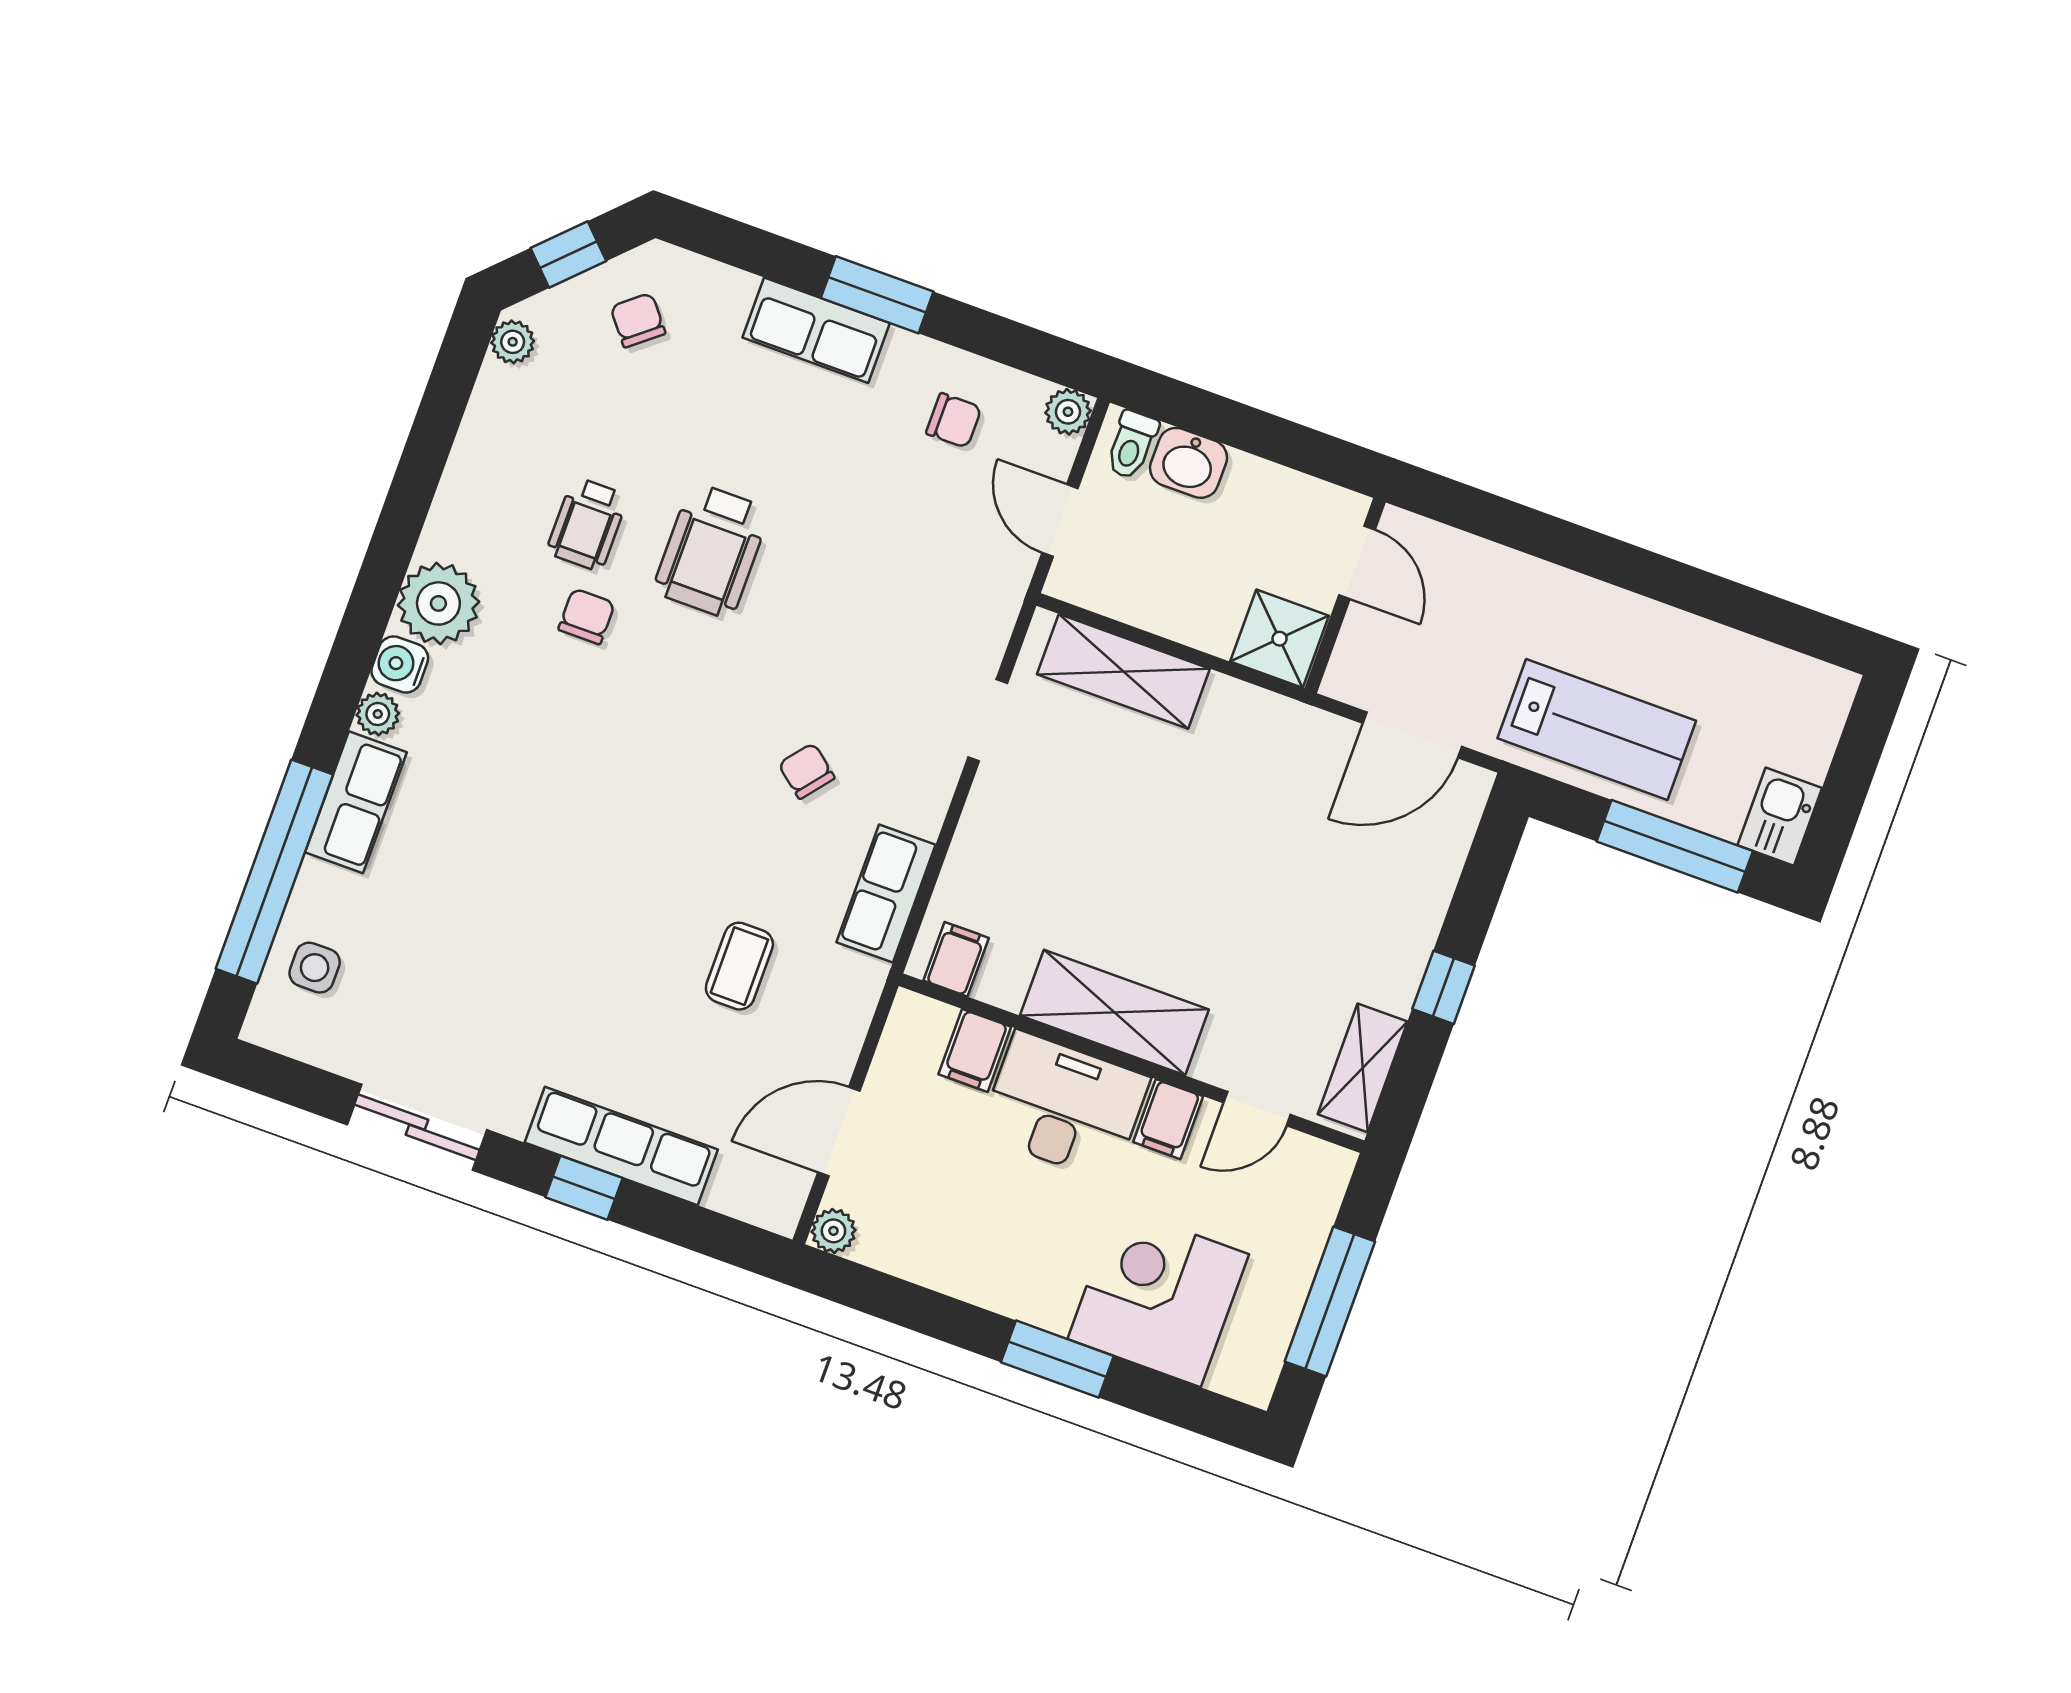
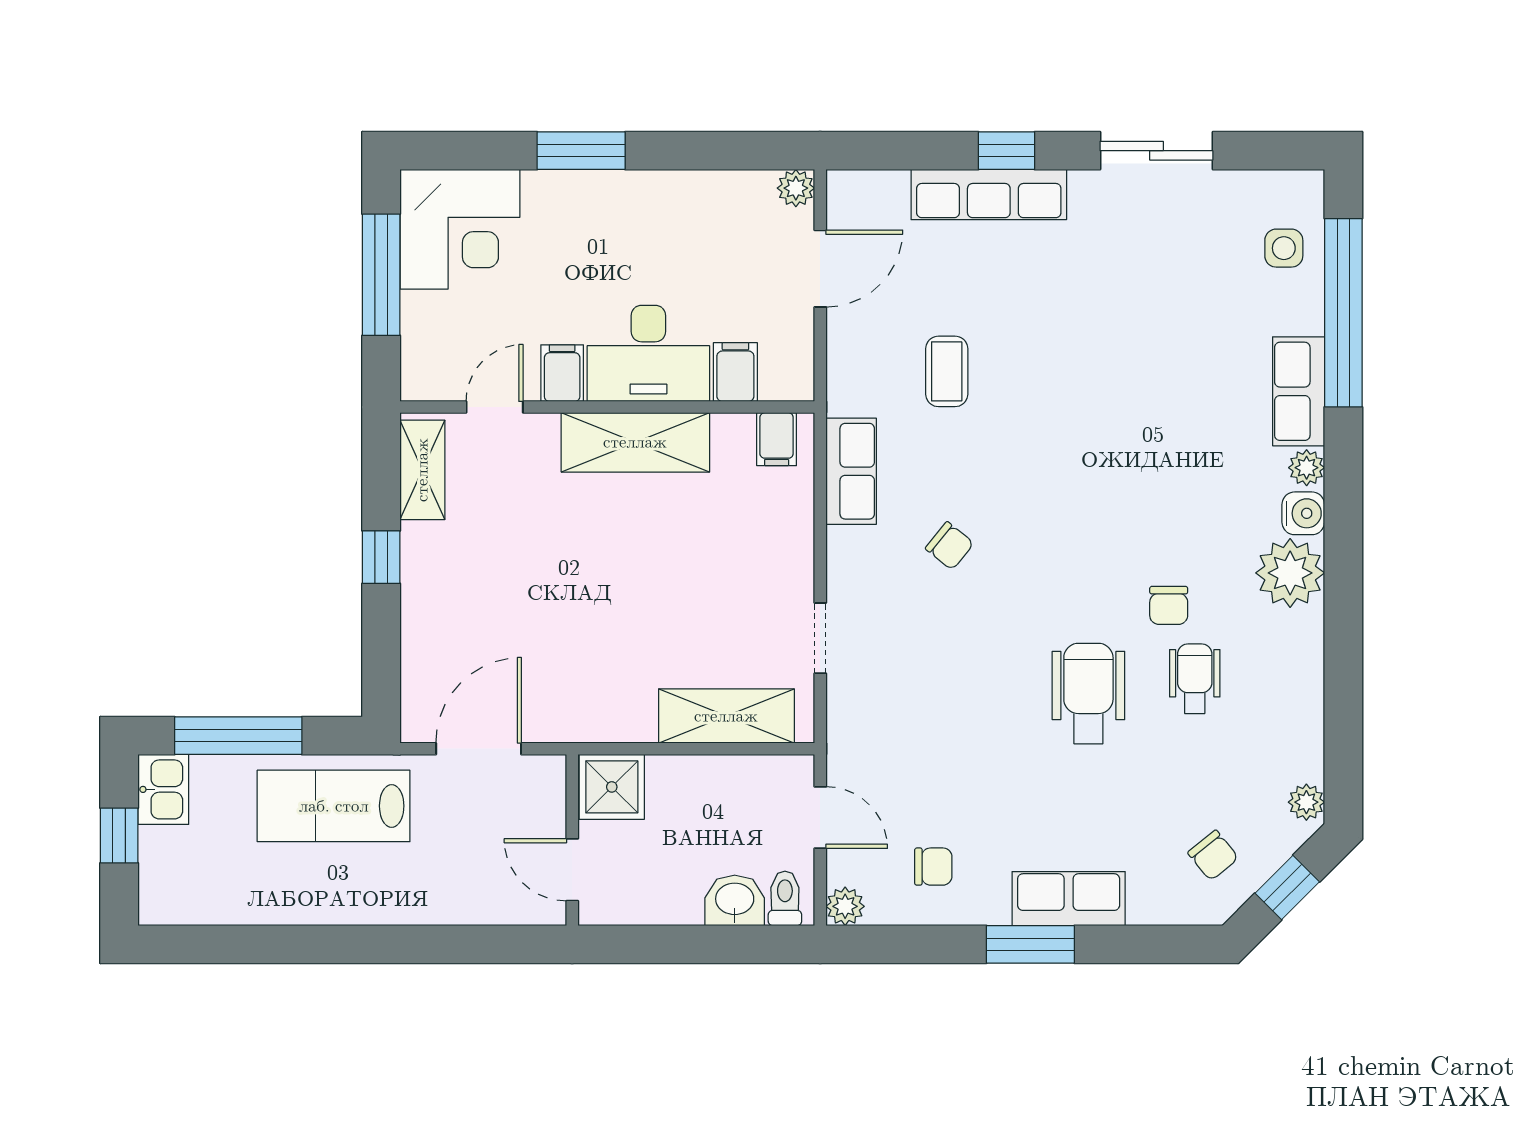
chair: (954, 420) -> (933, 867), turned 180
window: (1847, 783) -> (119, 835), added
corner desk: (1158, 1297) -> (460, 229), moved

